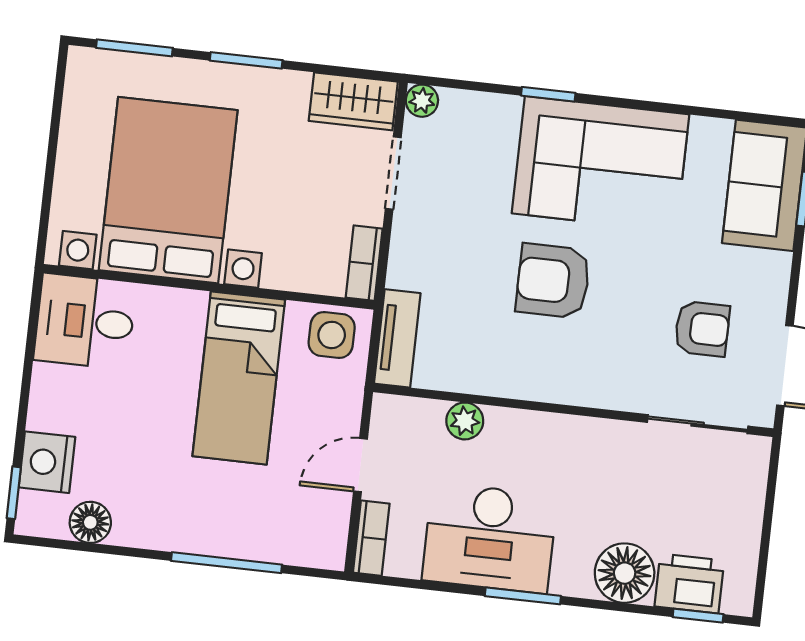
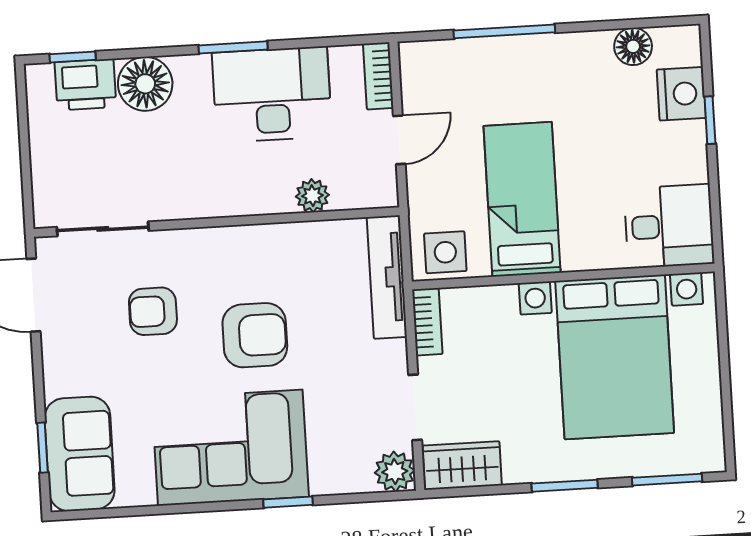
plant: (422, 101) -> (395, 472), width x1.38, depth x1.38
armchair: (702, 329) -> (153, 311), moved
tv unit: (397, 338) -> (387, 277), width x1.41
window: (14, 493) -> (710, 120), moved

